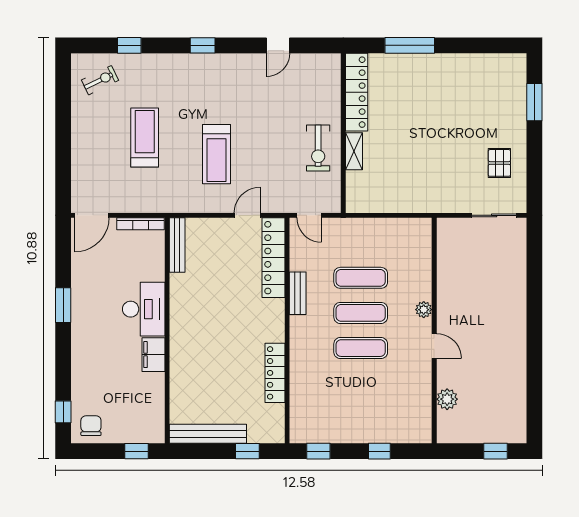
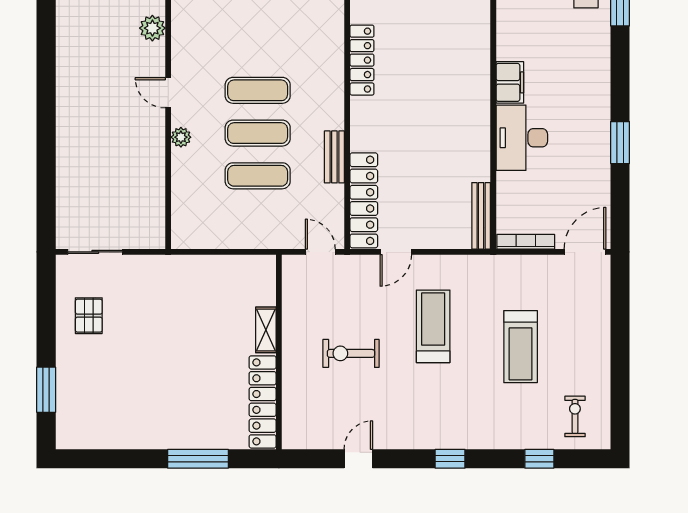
exercise bike: (100, 80) -> (575, 416), turned 116
exercise bike: (318, 148) -> (351, 353), moved, turned -90

